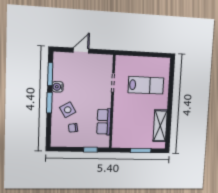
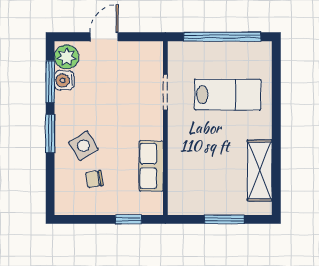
window: (145, 54) -> (222, 37), added
plant: (60, 61) -> (67, 57), added
water cooler: (58, 87) -> (64, 80), moved

